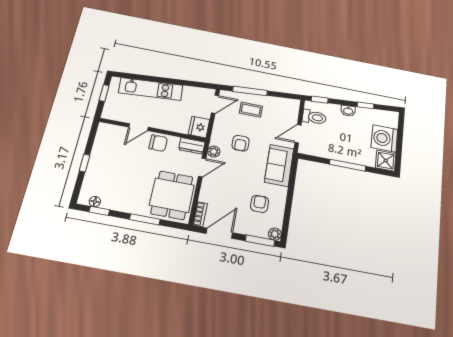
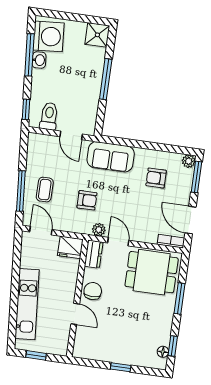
window: (366, 105) -> (29, 55), width x2.17
washbasin: (348, 111) -> (39, 60), moved
washing machine: (384, 138) -> (49, 36), moved, turned -94

